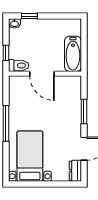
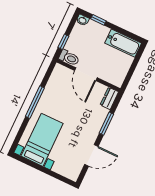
bathtub: (73, 54) -> (123, 43), moved, turned -90
dresser: (75, 171) -> (109, 98), moved

